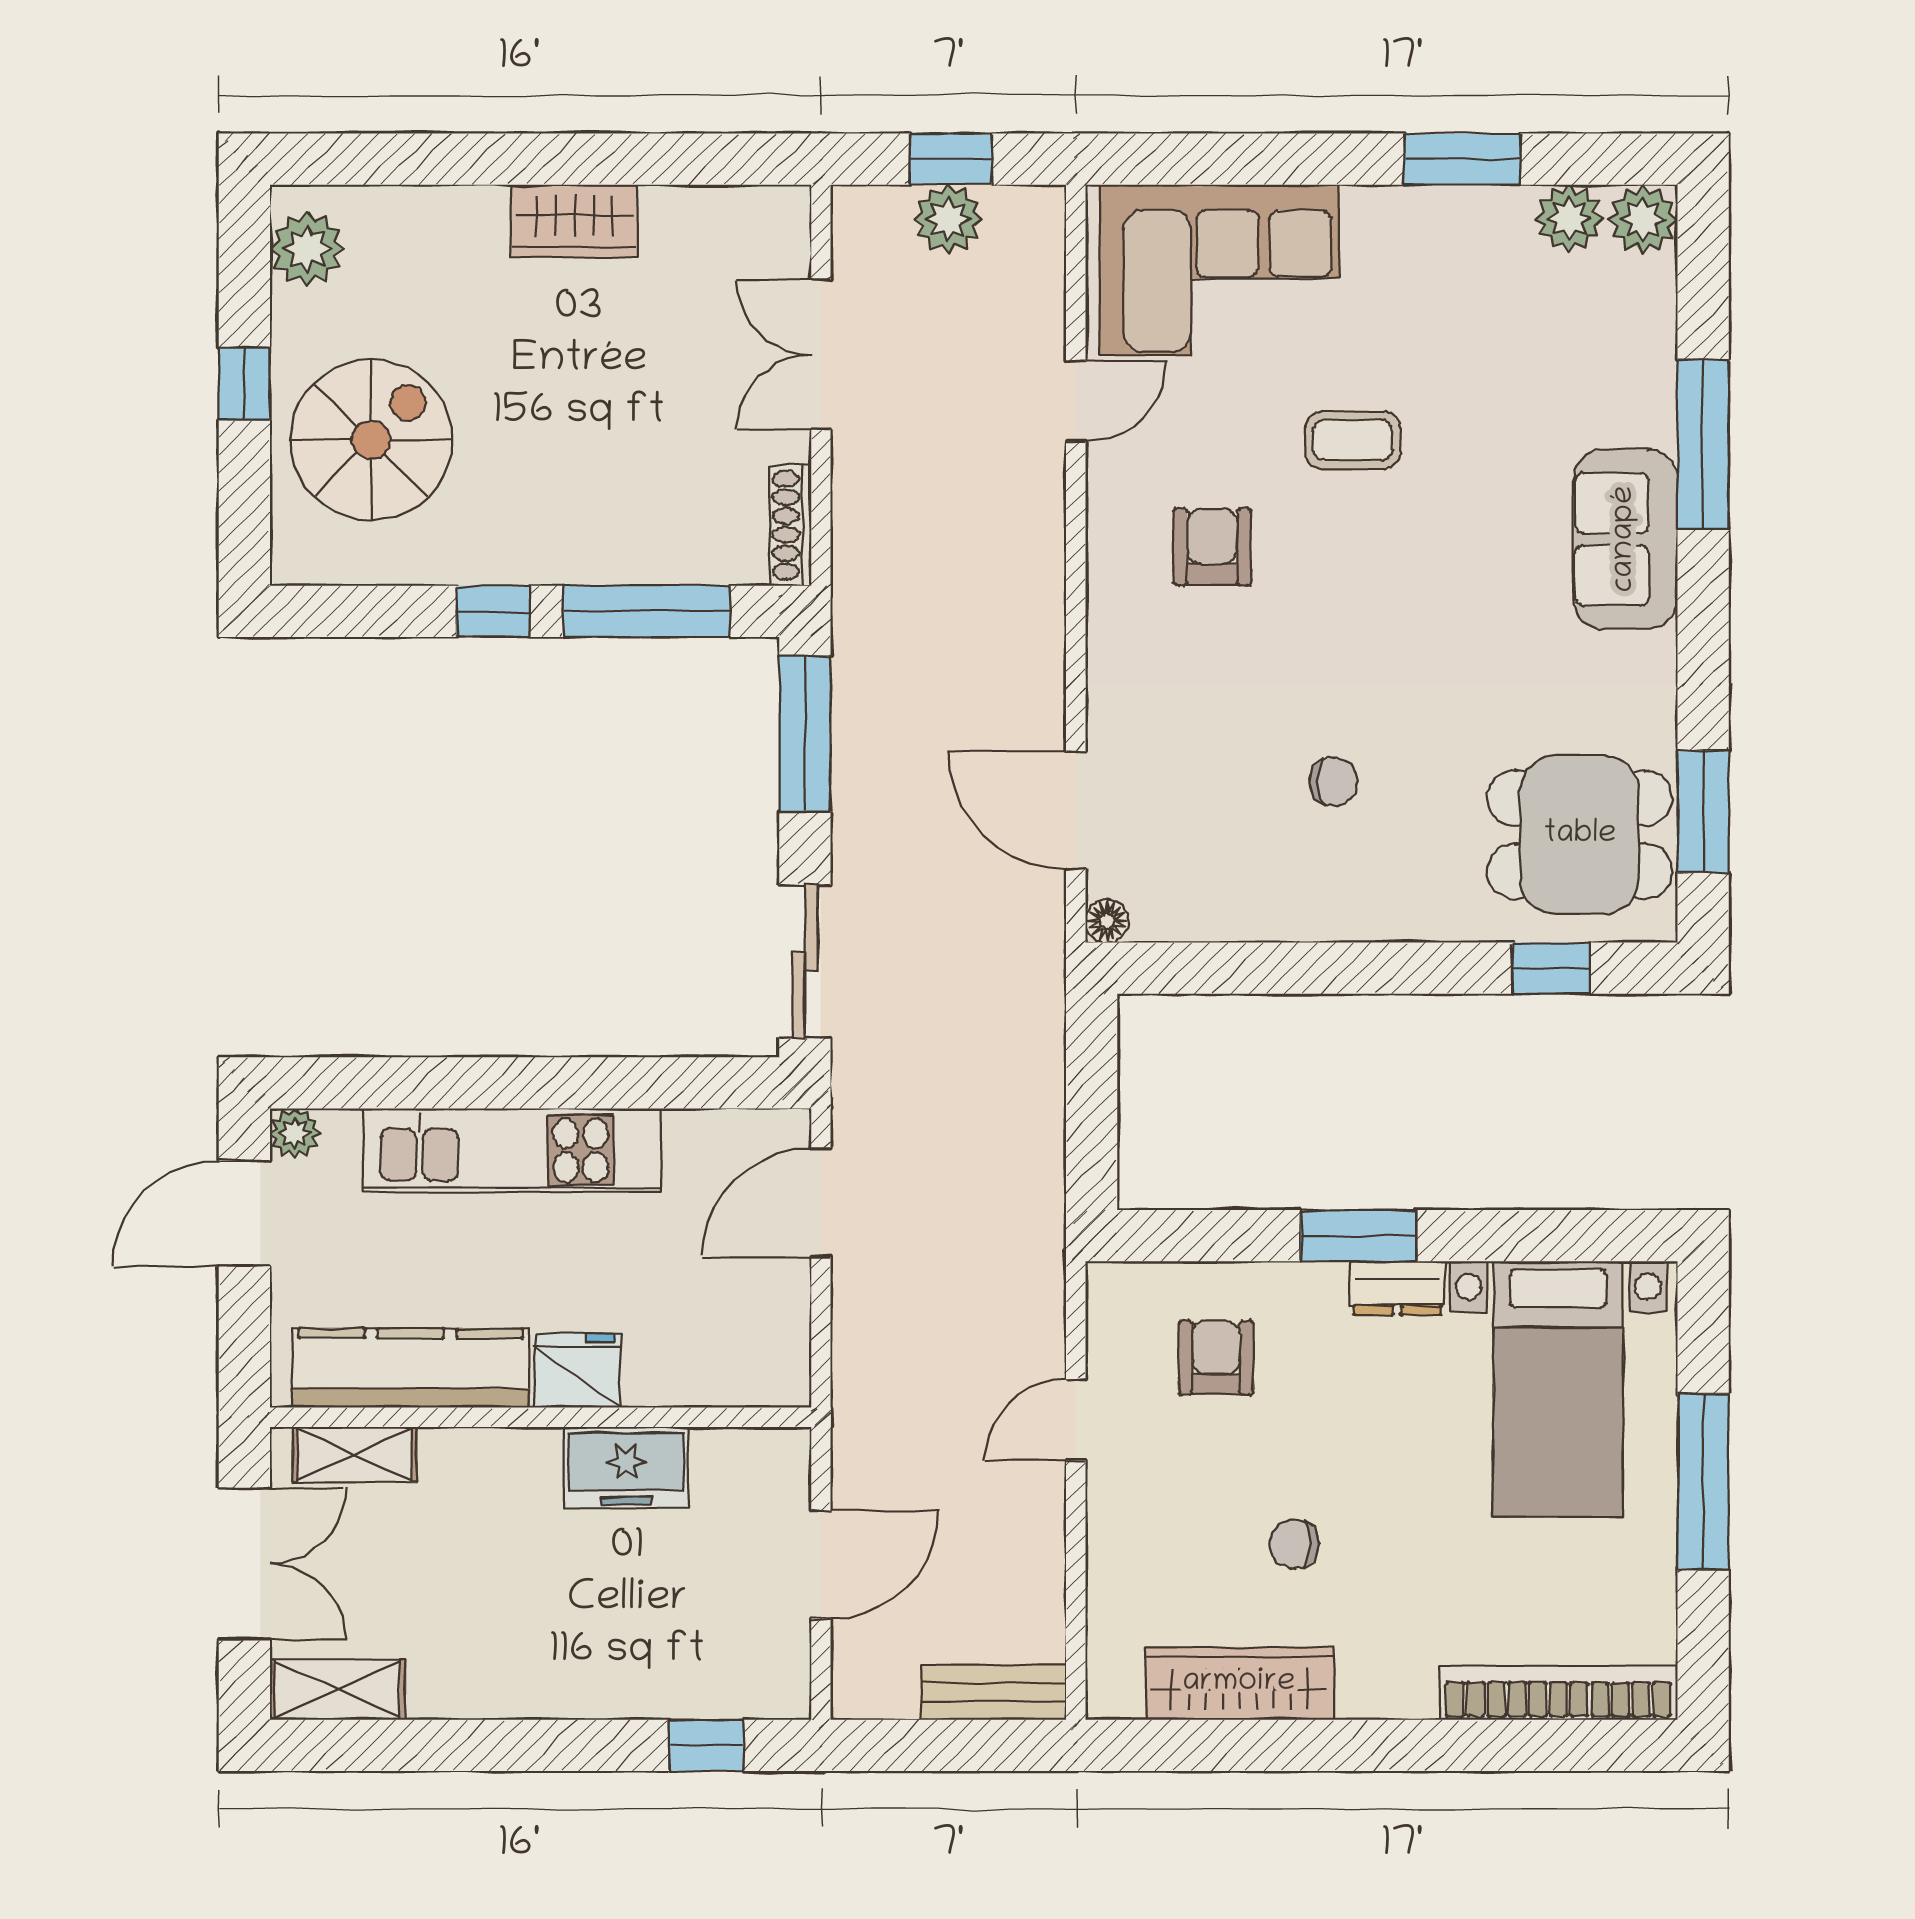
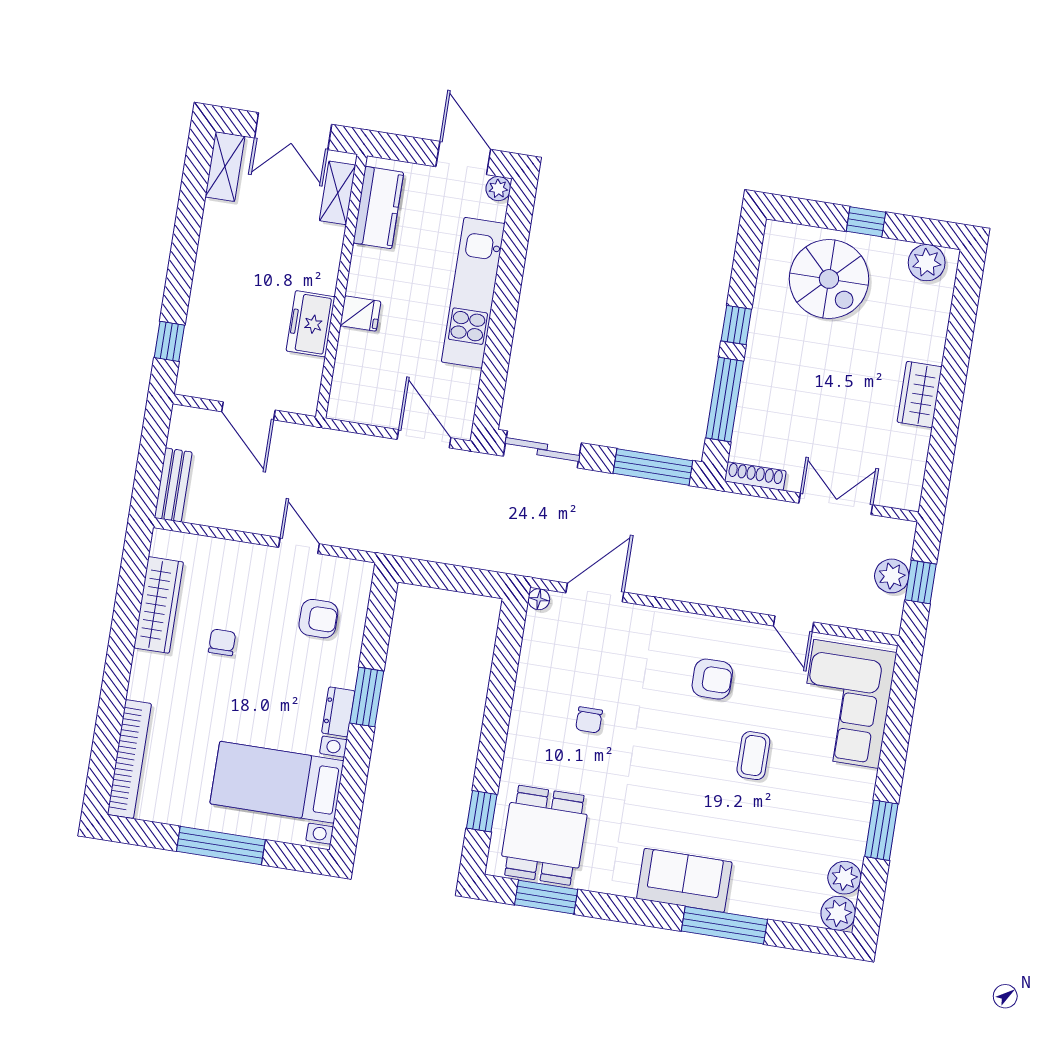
kitchen counter: (411, 1368) -> (378, 208), width x0.67
fridge: (578, 1370) -> (360, 314), width x0.72

